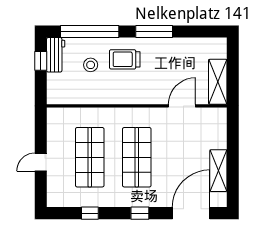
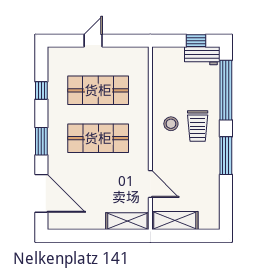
trolley: (125, 59) -> (198, 126), turned 180
stool: (91, 65) -> (171, 124), moved
door: (41, 162) -> (93, 41), hinge flipped
shelving: (218, 171) -> (127, 221), moved
window: (140, 213) -> (41, 141), width x1.50

